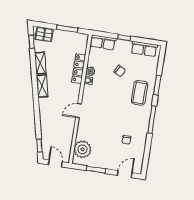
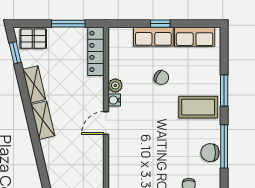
row of seats: (103, 42) -> (153, 37), moved
locker: (79, 68) -> (96, 51), moved
coffee table: (140, 93) -> (198, 107), turned 90
door: (78, 111) -> (106, 123), moved
chair: (143, 122) -> (210, 153), added

